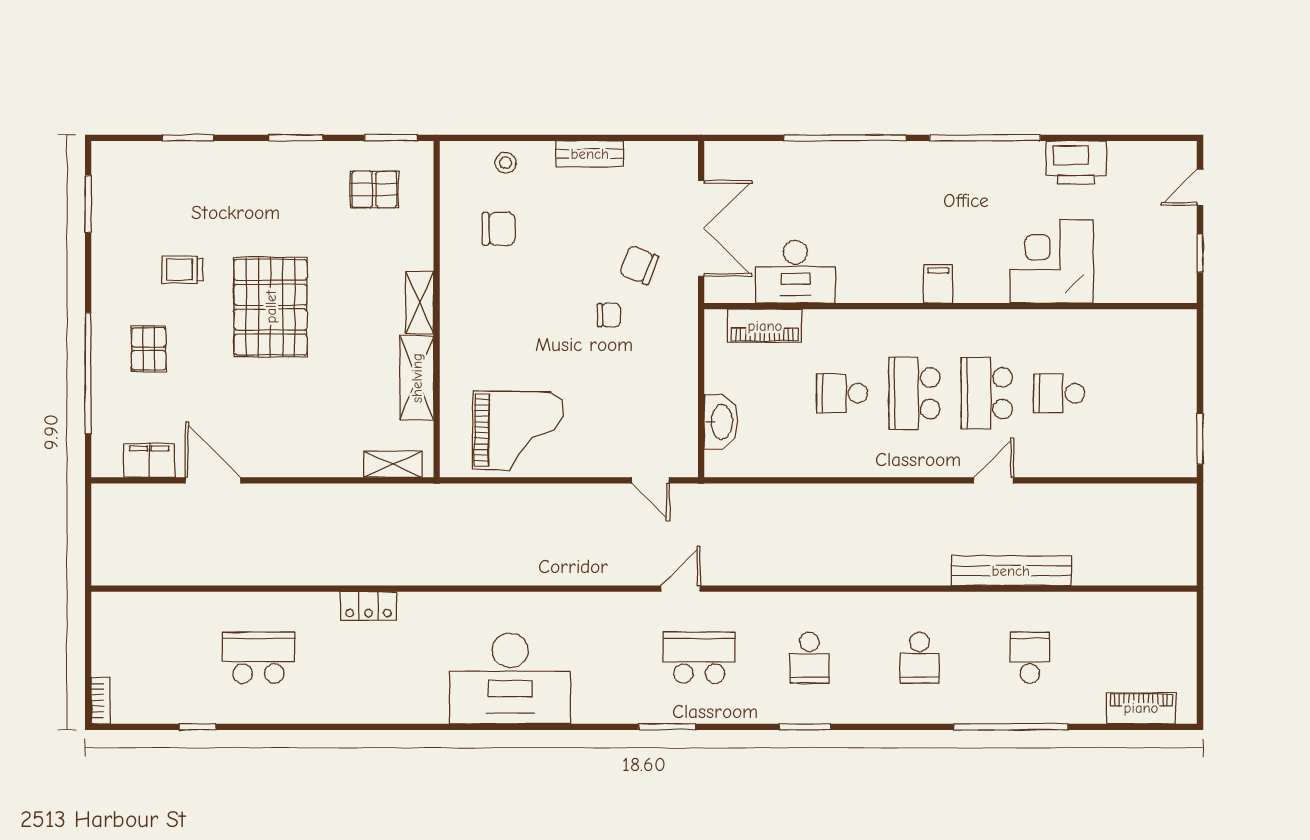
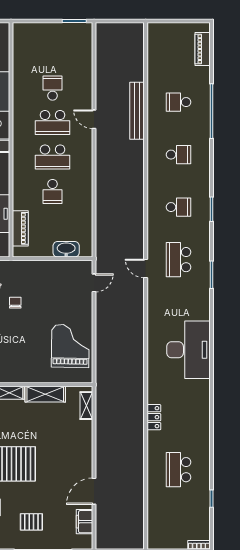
school desk: (1059, 393) -> (53, 88), turned 180

